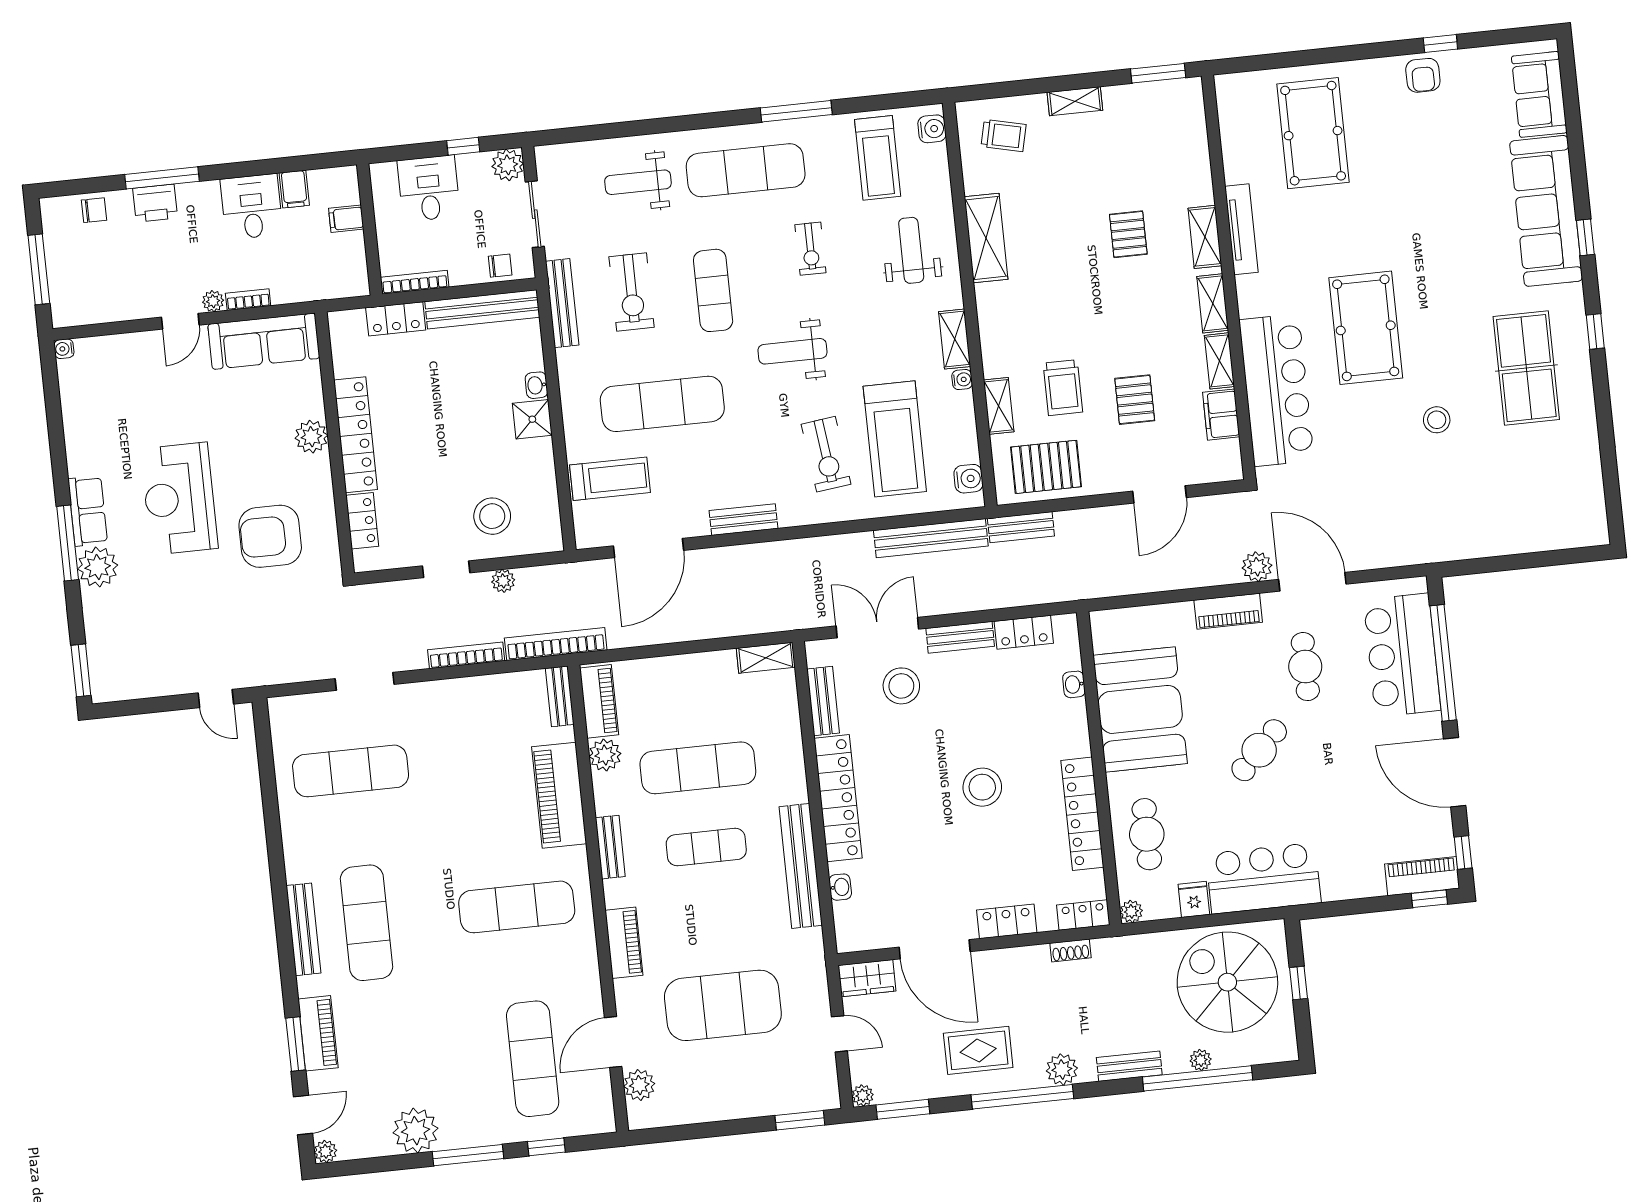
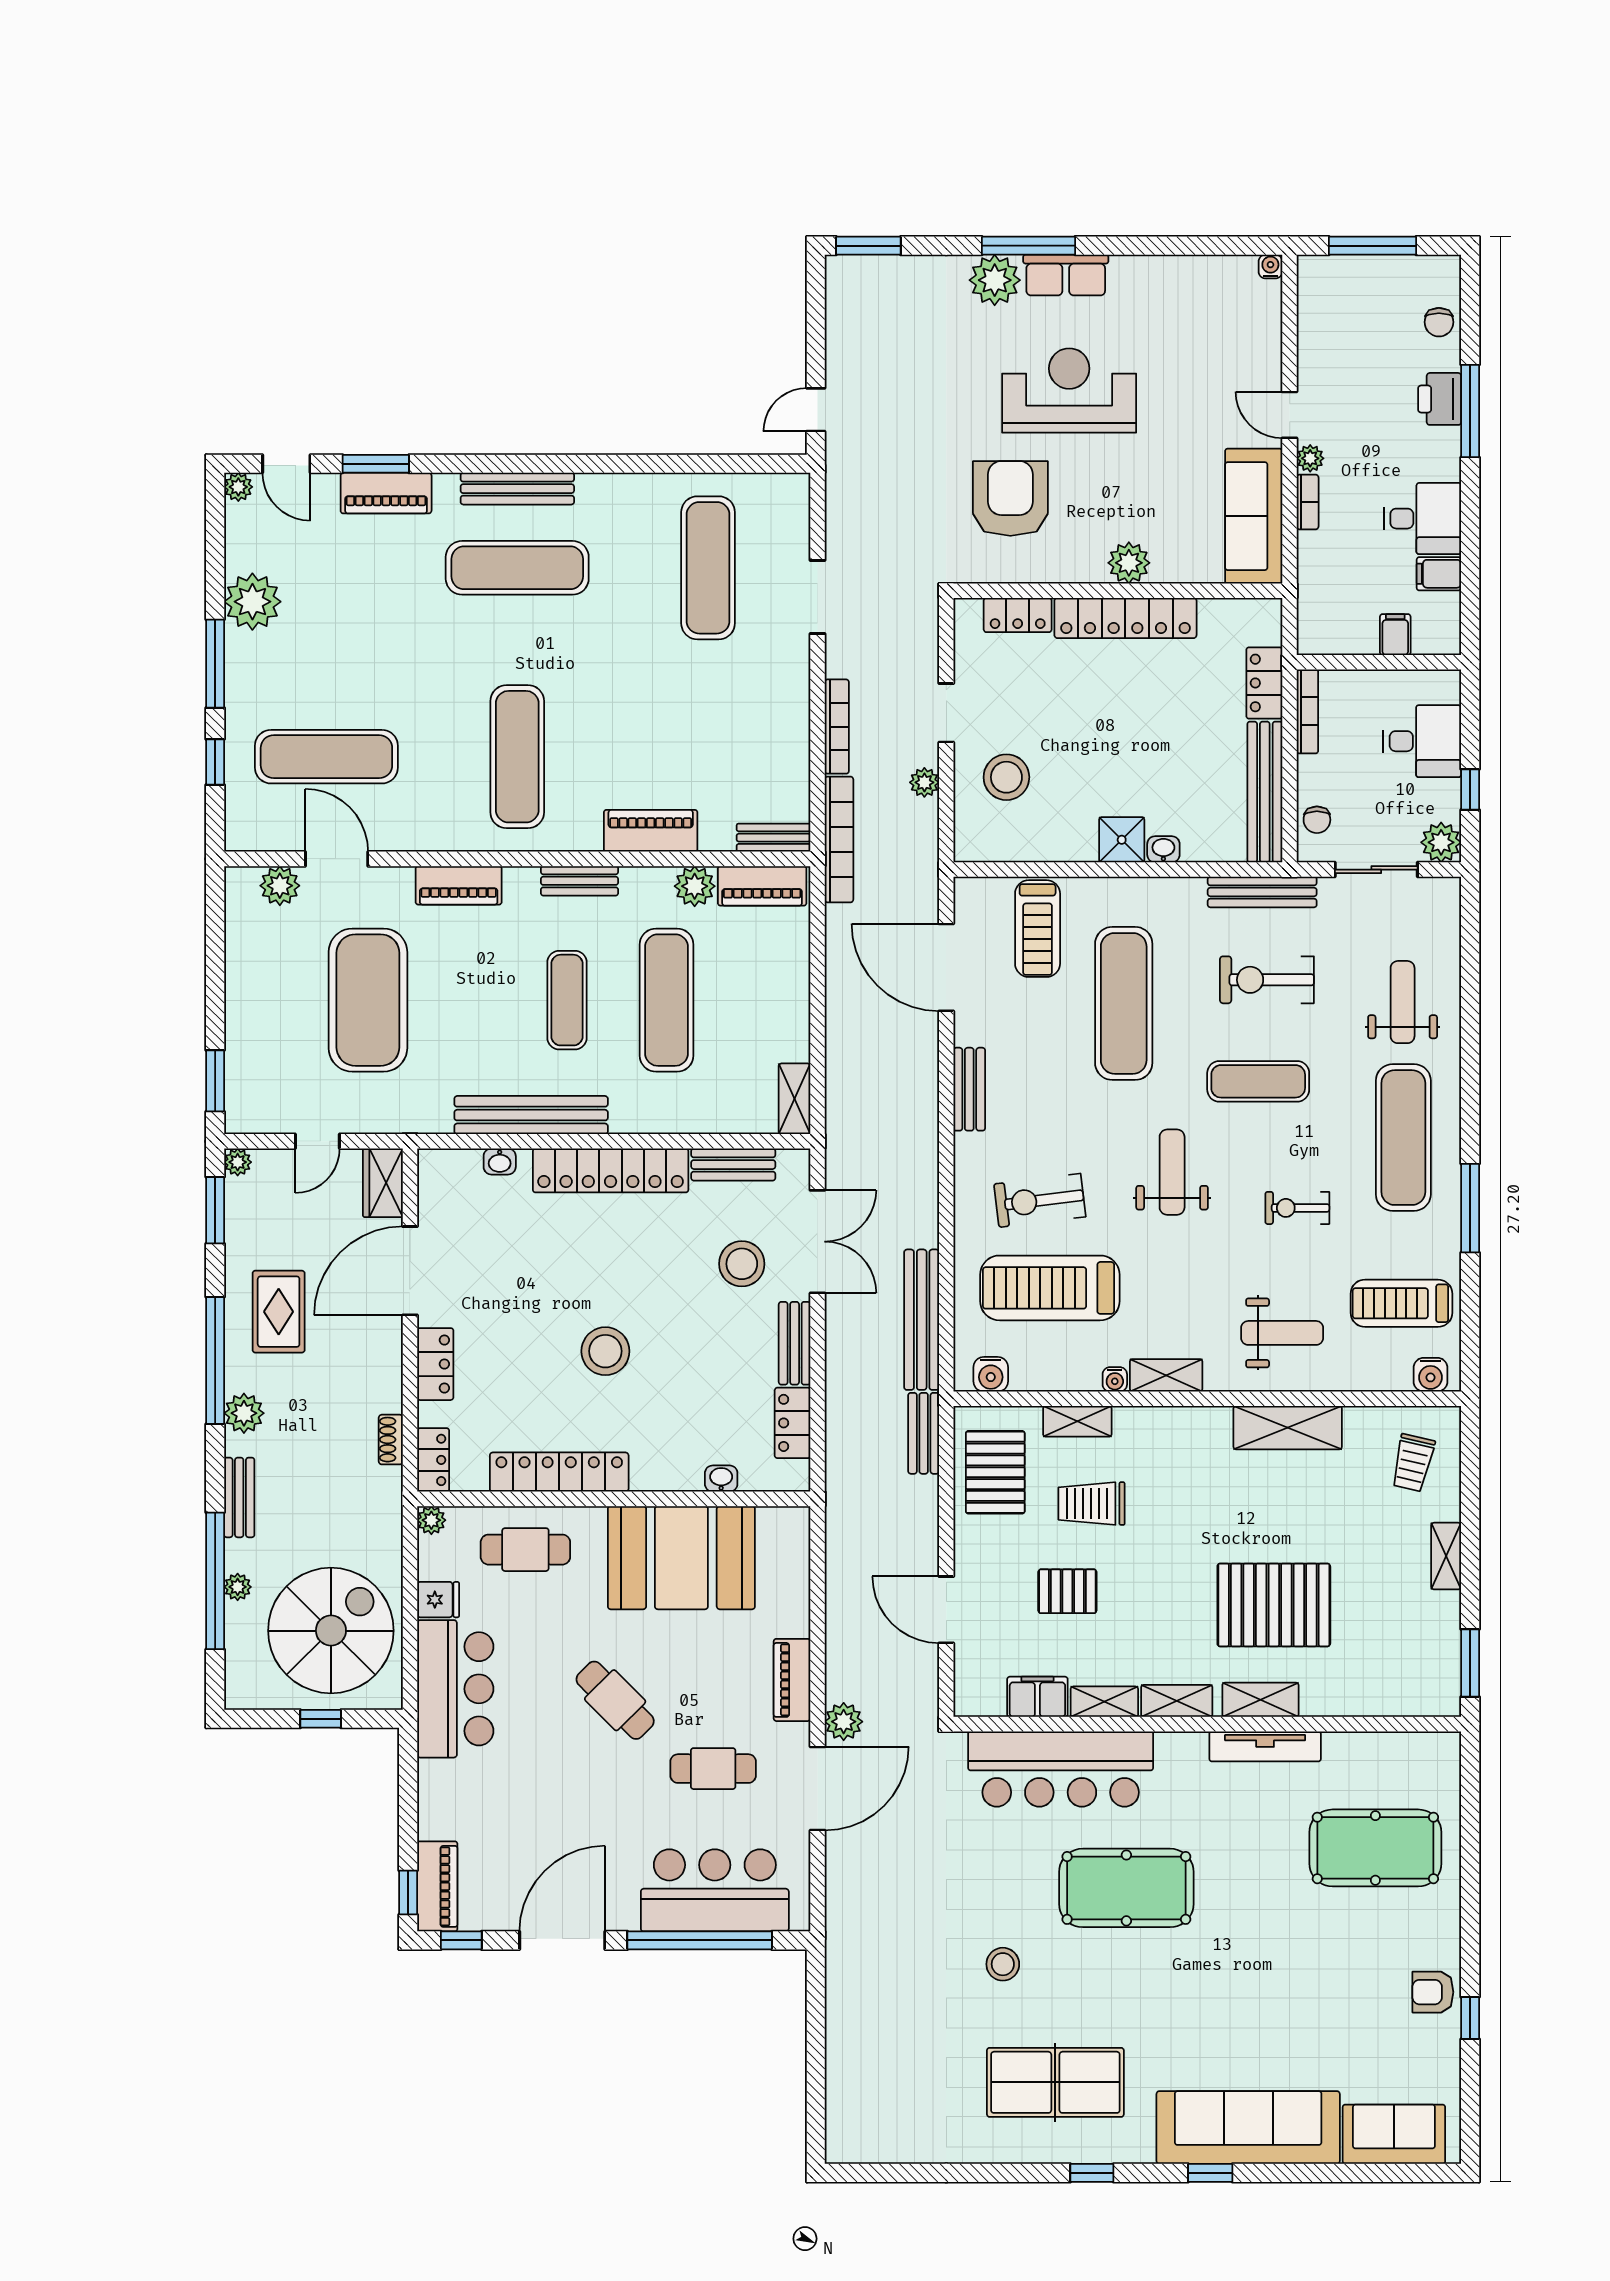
pallet: (1128, 234) -> (1274, 1605), width x2.05, depth x2.00
piano: (559, 795) -> (651, 831), width x0.73, depth x0.75

